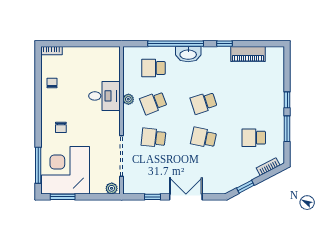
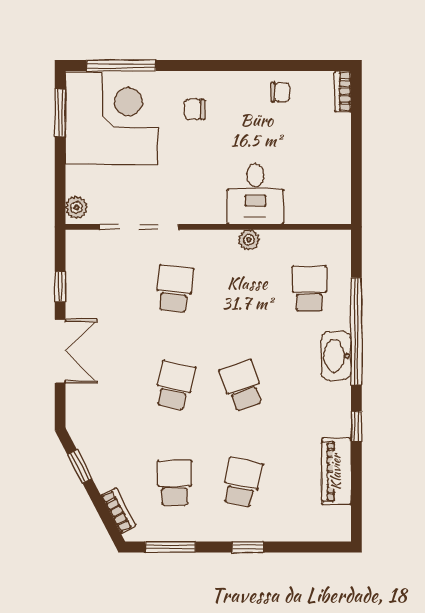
school desk: (153, 103) -> (242, 483), moved, turned 33
window: (287, 129) -> (170, 547), moved

